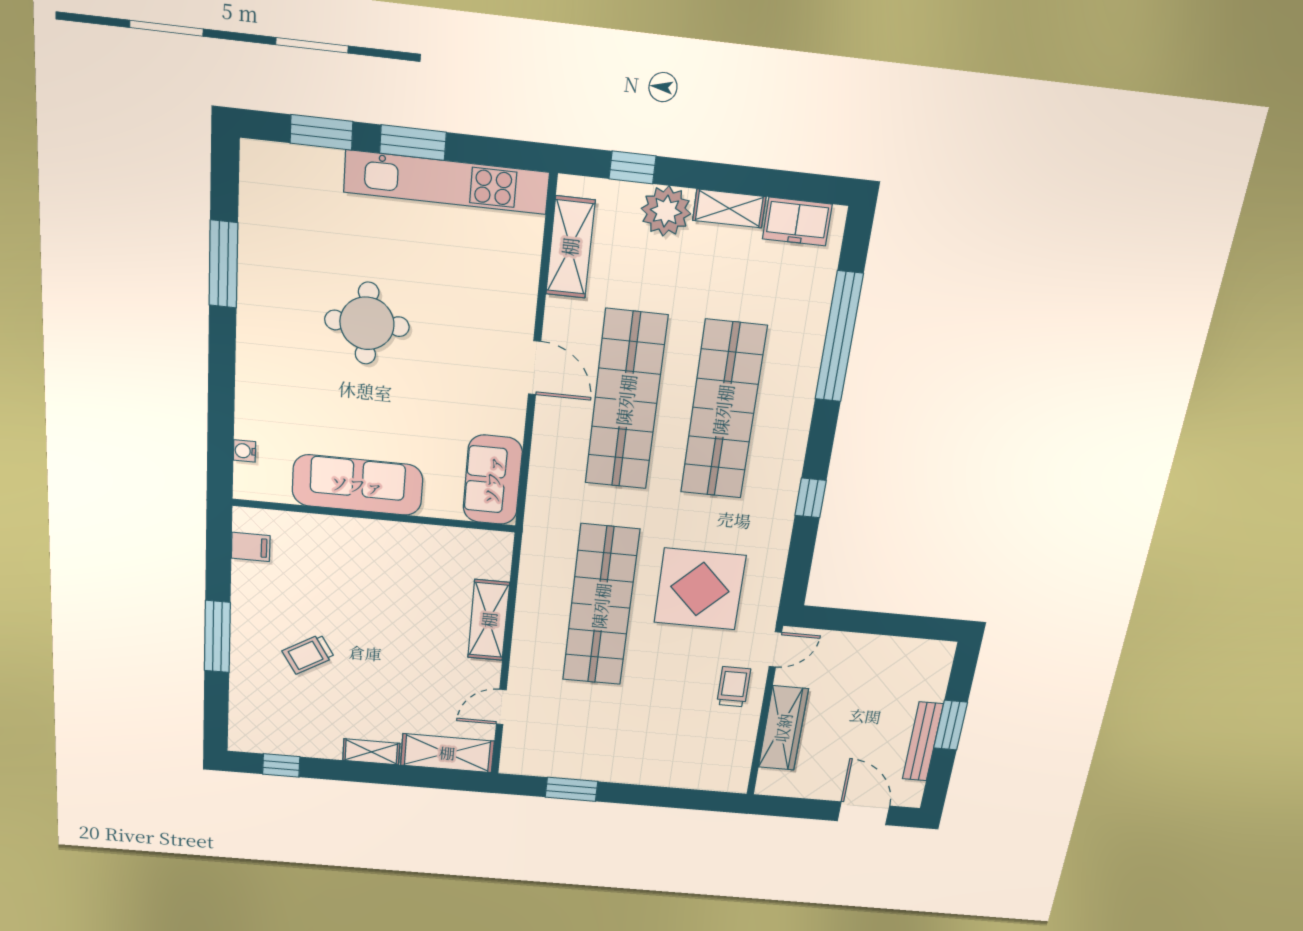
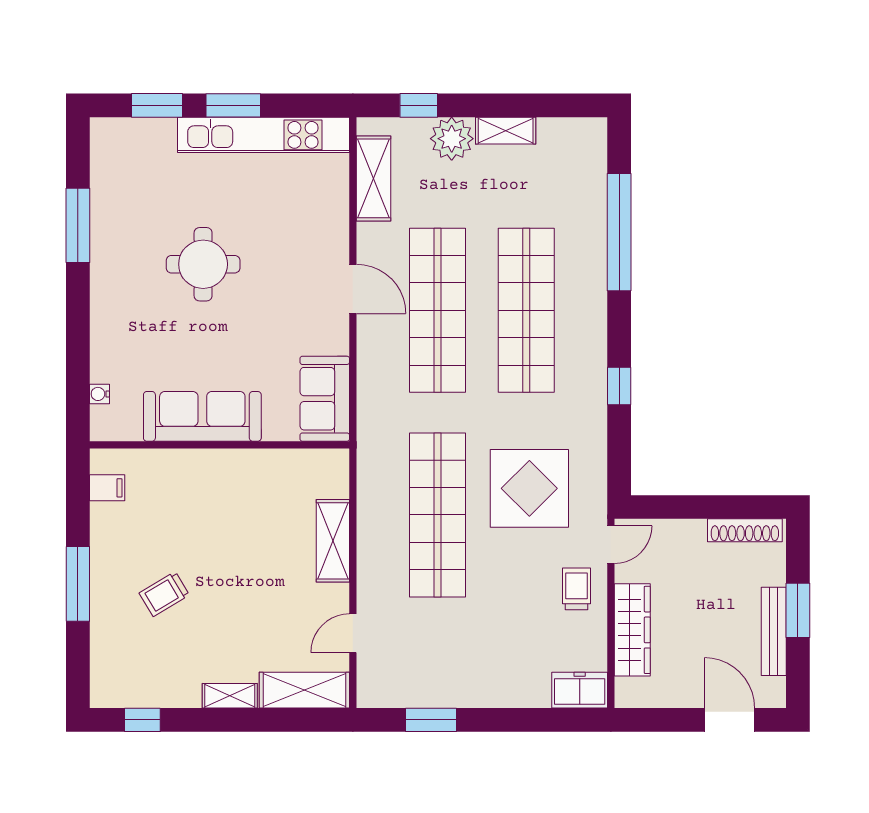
freezer: (797, 222) -> (580, 690), moved, turned 180
shoe rack: (914, 648) -> (745, 530), added

